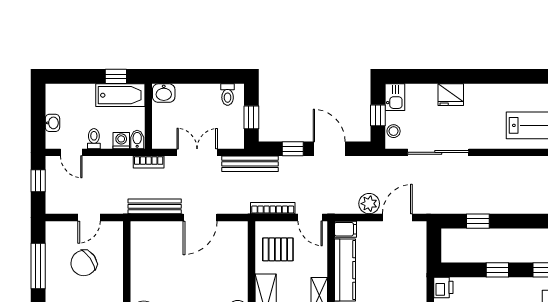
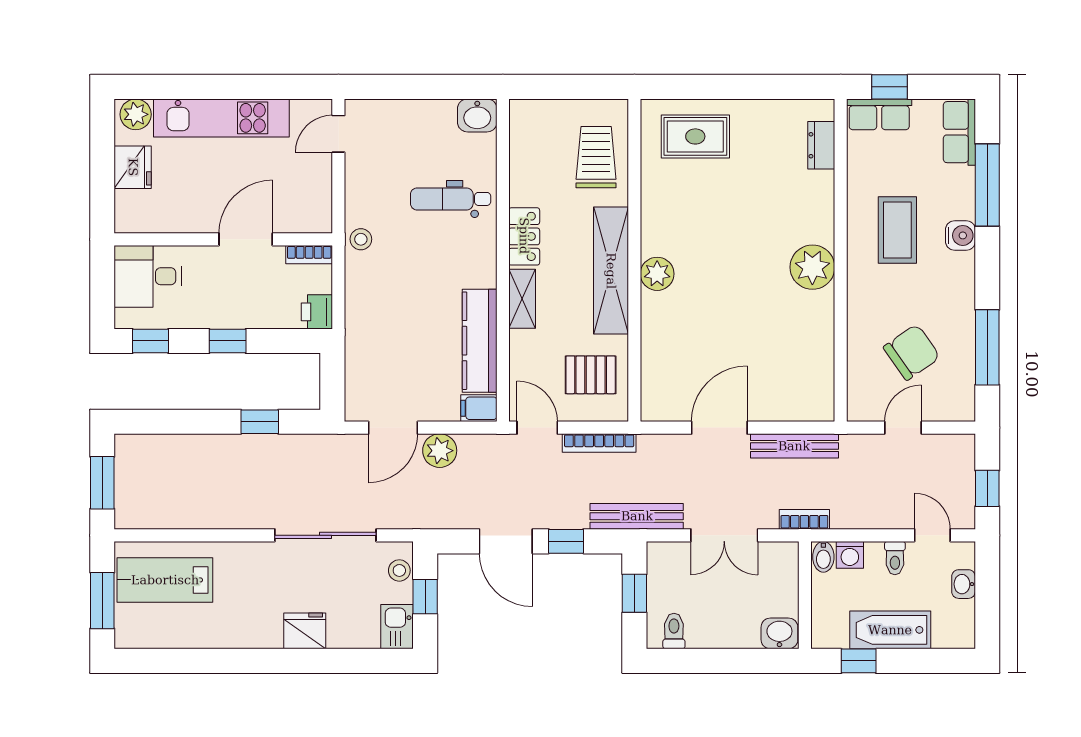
bathtub: (120, 95) -> (890, 630), moved

